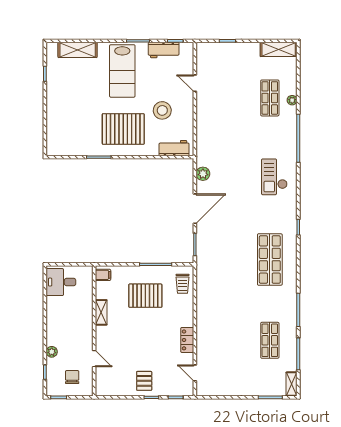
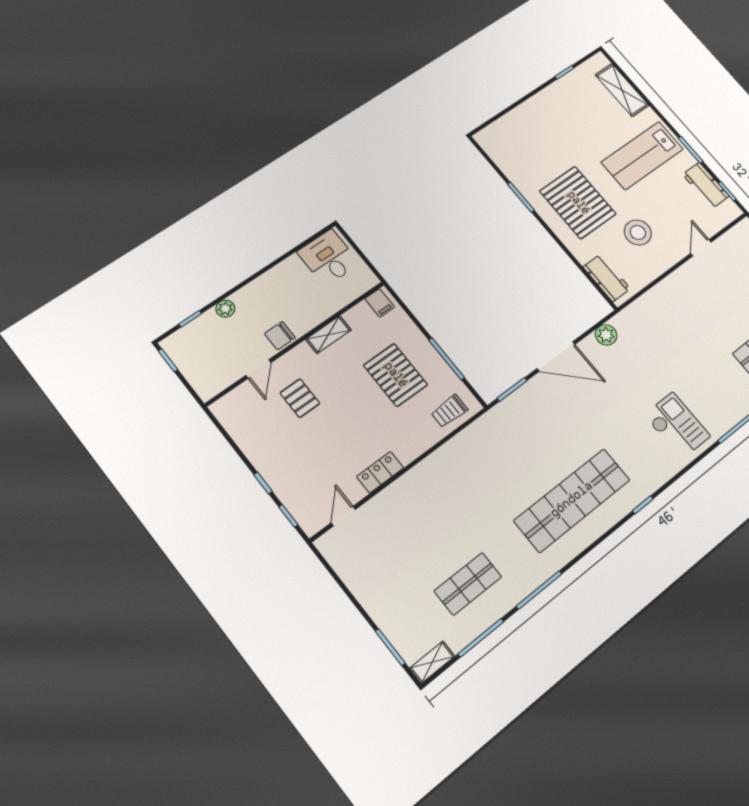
checkout: (274, 177) -> (677, 426), turned 90
shop shelf: (270, 260) -> (572, 500), width x1.40
chair: (72, 377) -> (280, 336), moved, turned 180
pallet: (144, 381) -> (300, 398), moved, turned 90

